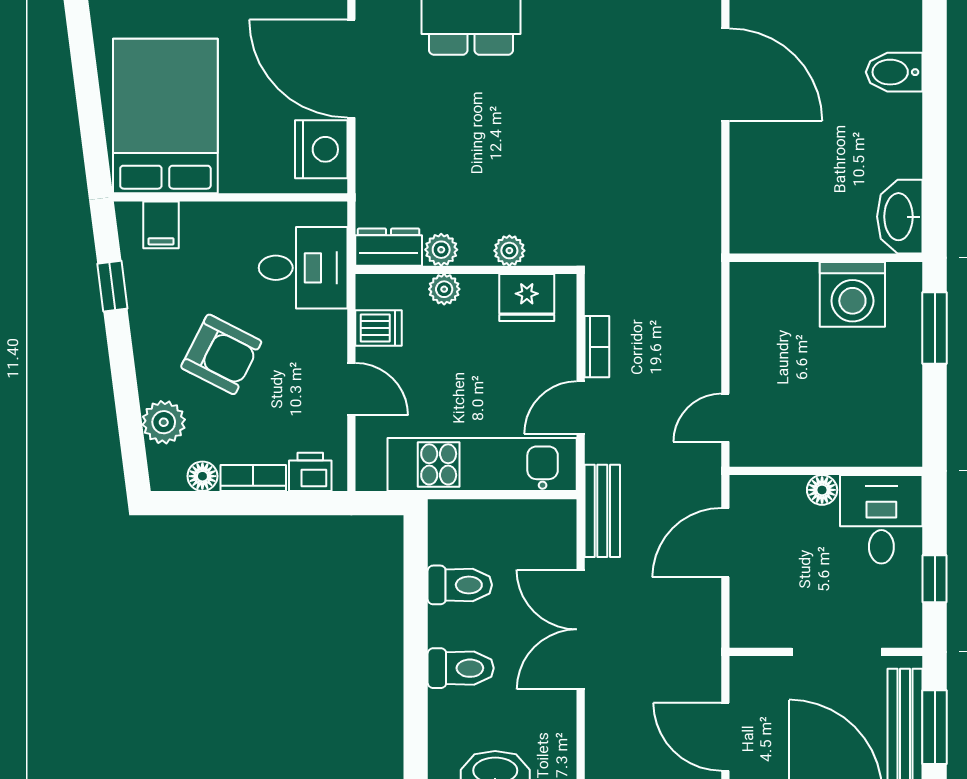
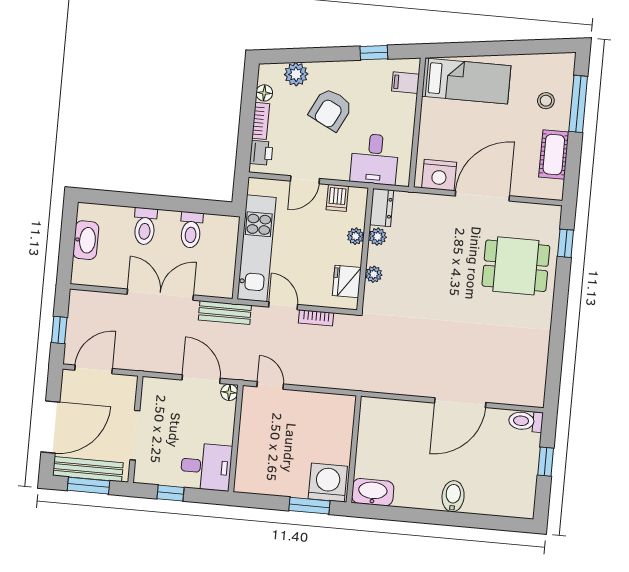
bed: (165, 116) -> (466, 81), width x0.67
washing machine: (852, 294) -> (328, 483), moved, turned 90
floor lamp: (822, 490) -> (229, 392), moved

